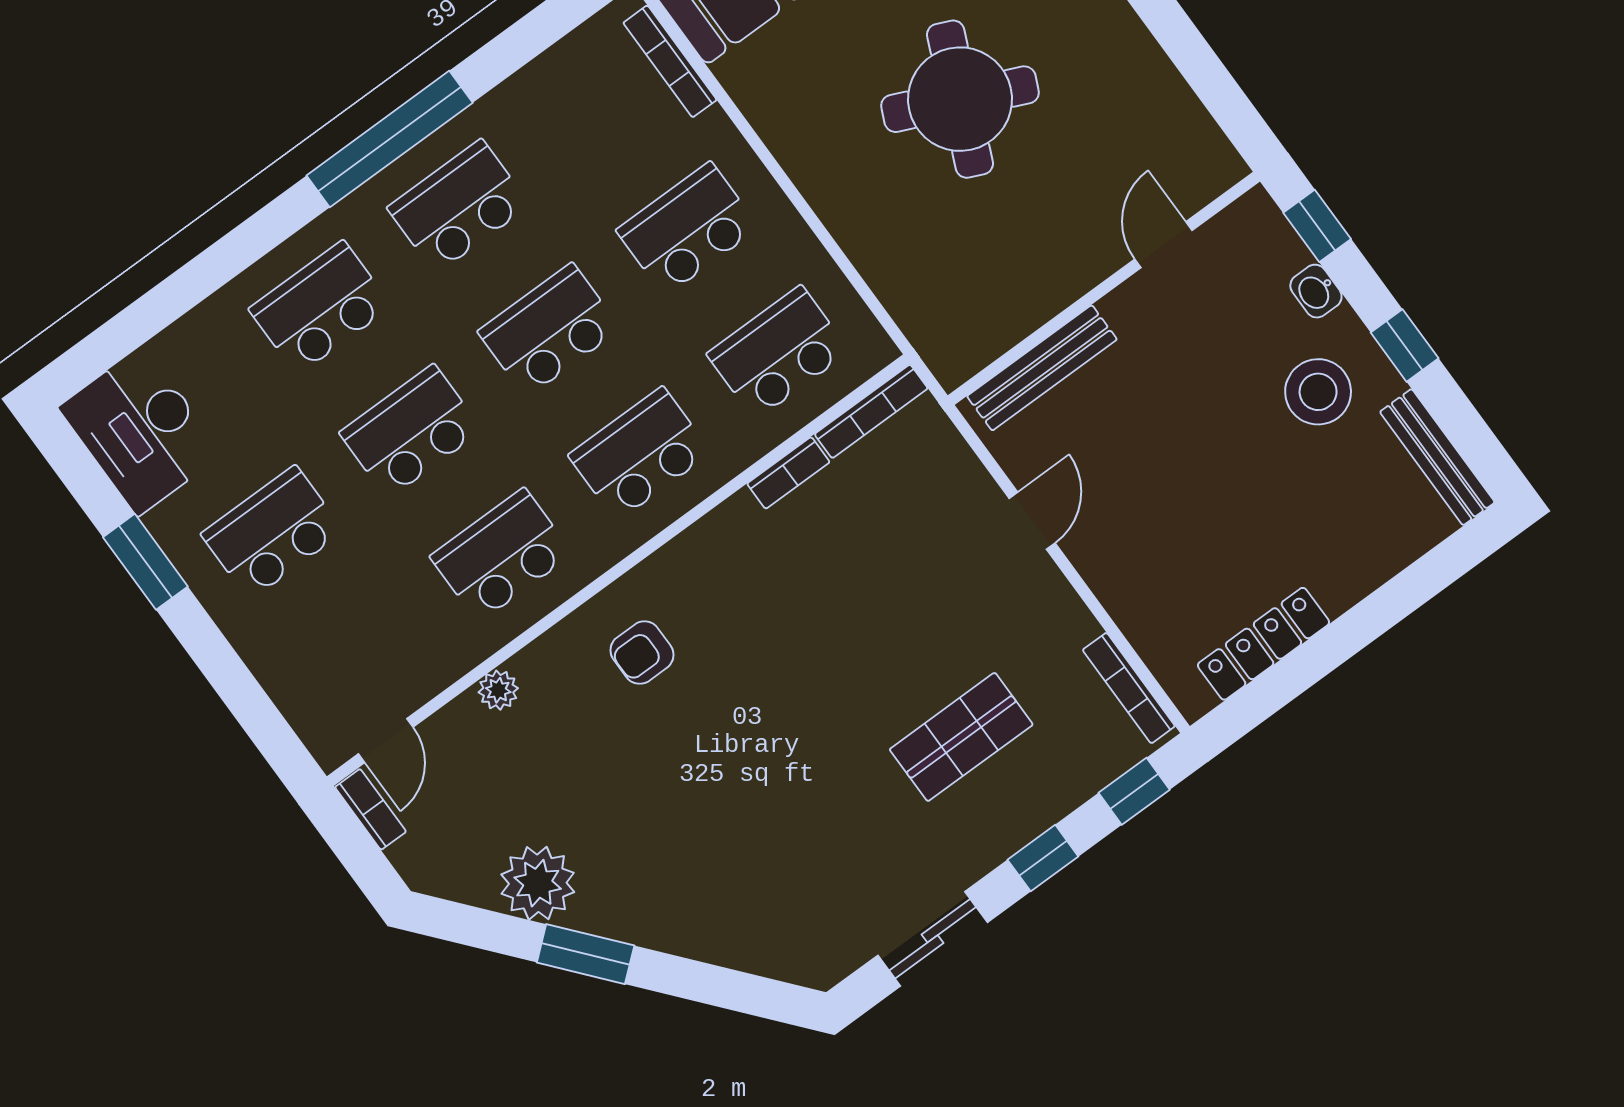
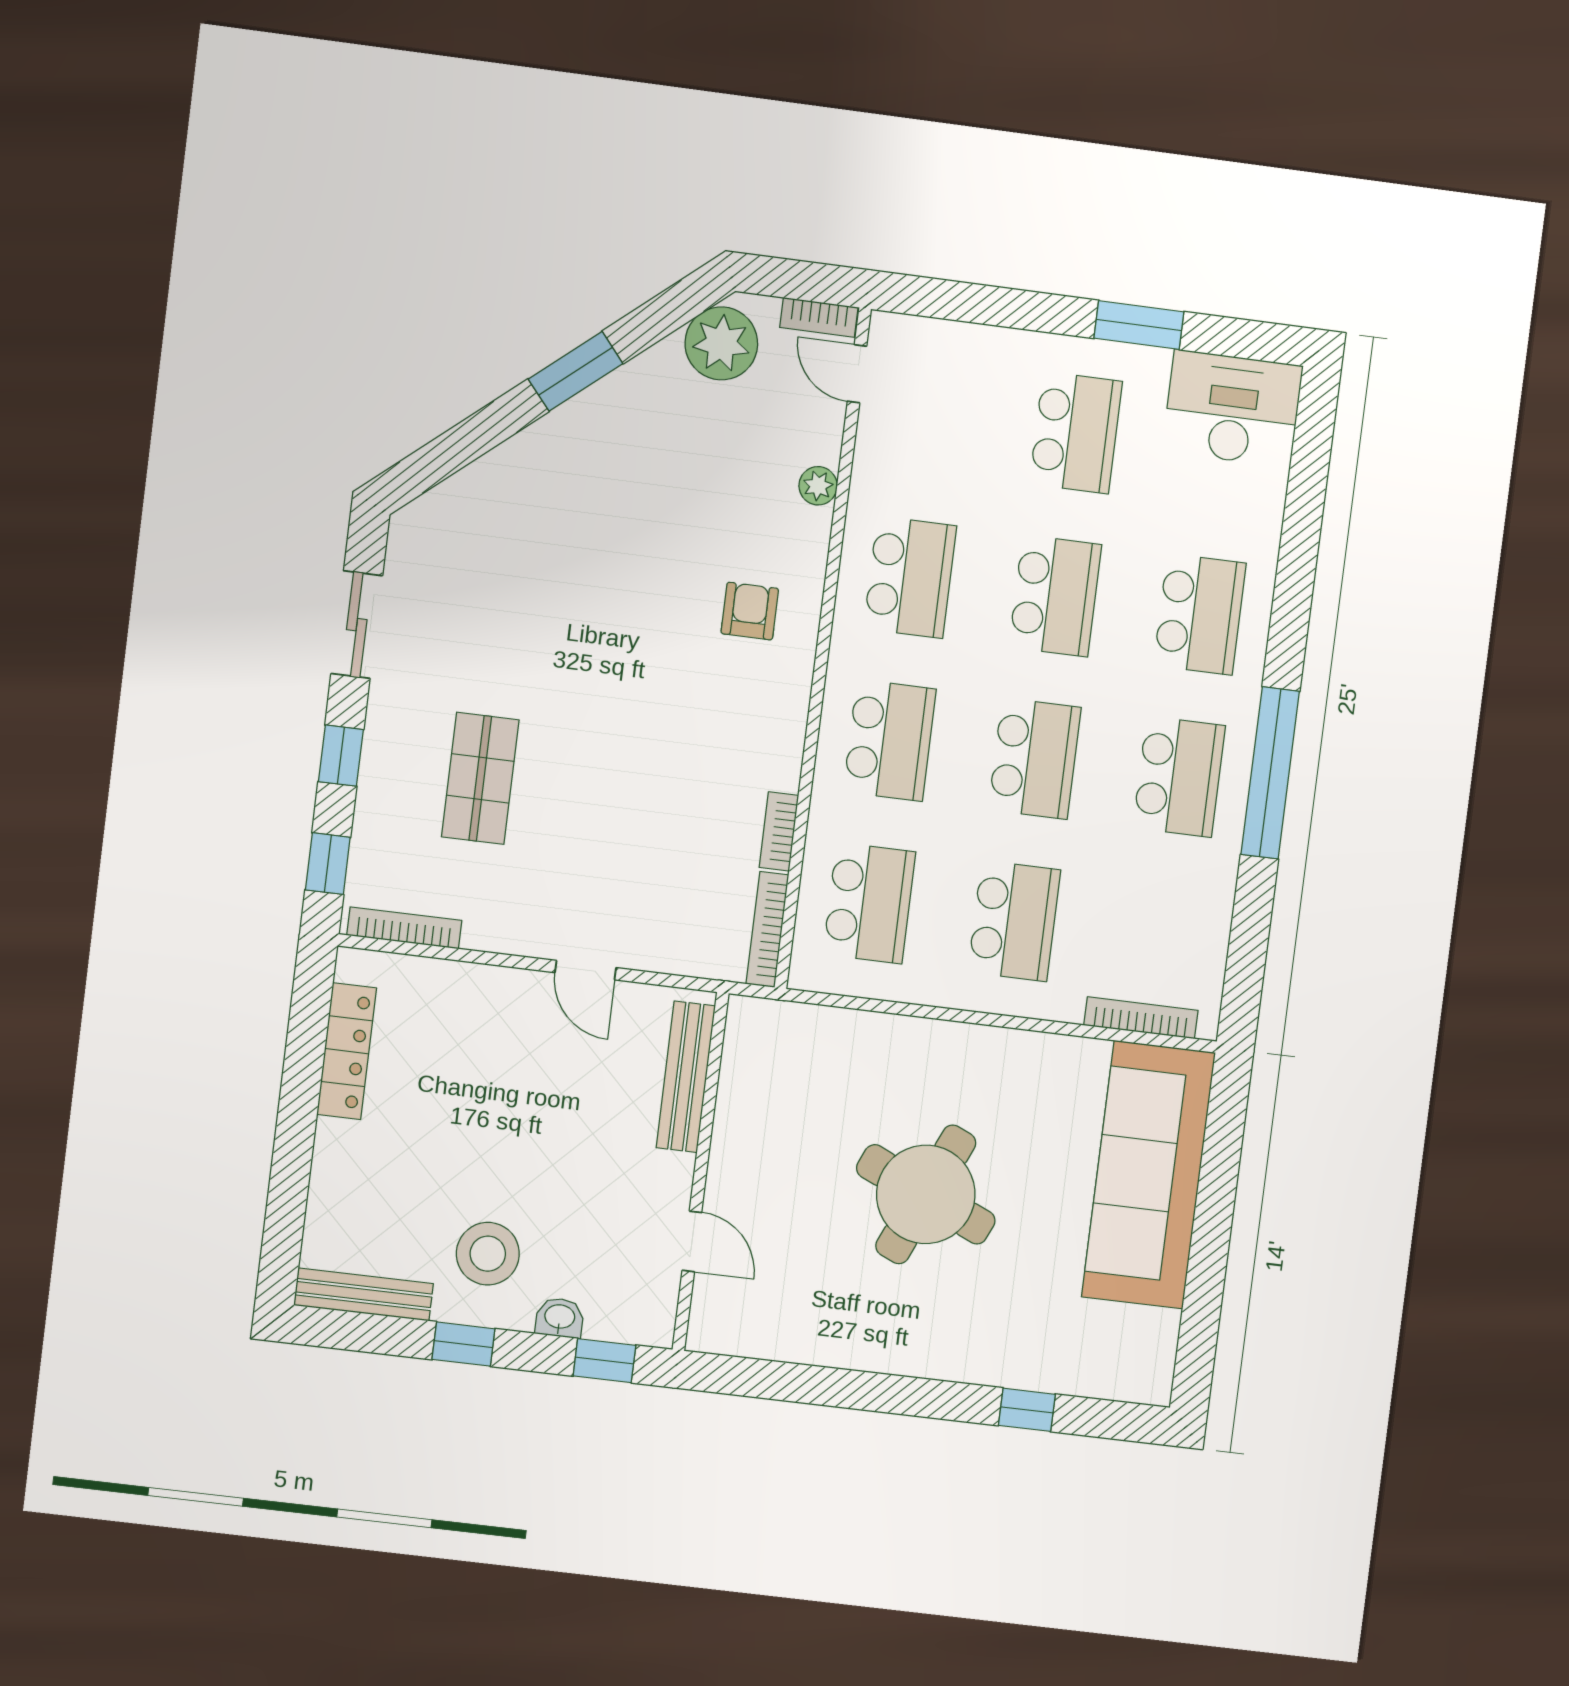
plant: (538, 883) -> (721, 343), moved

